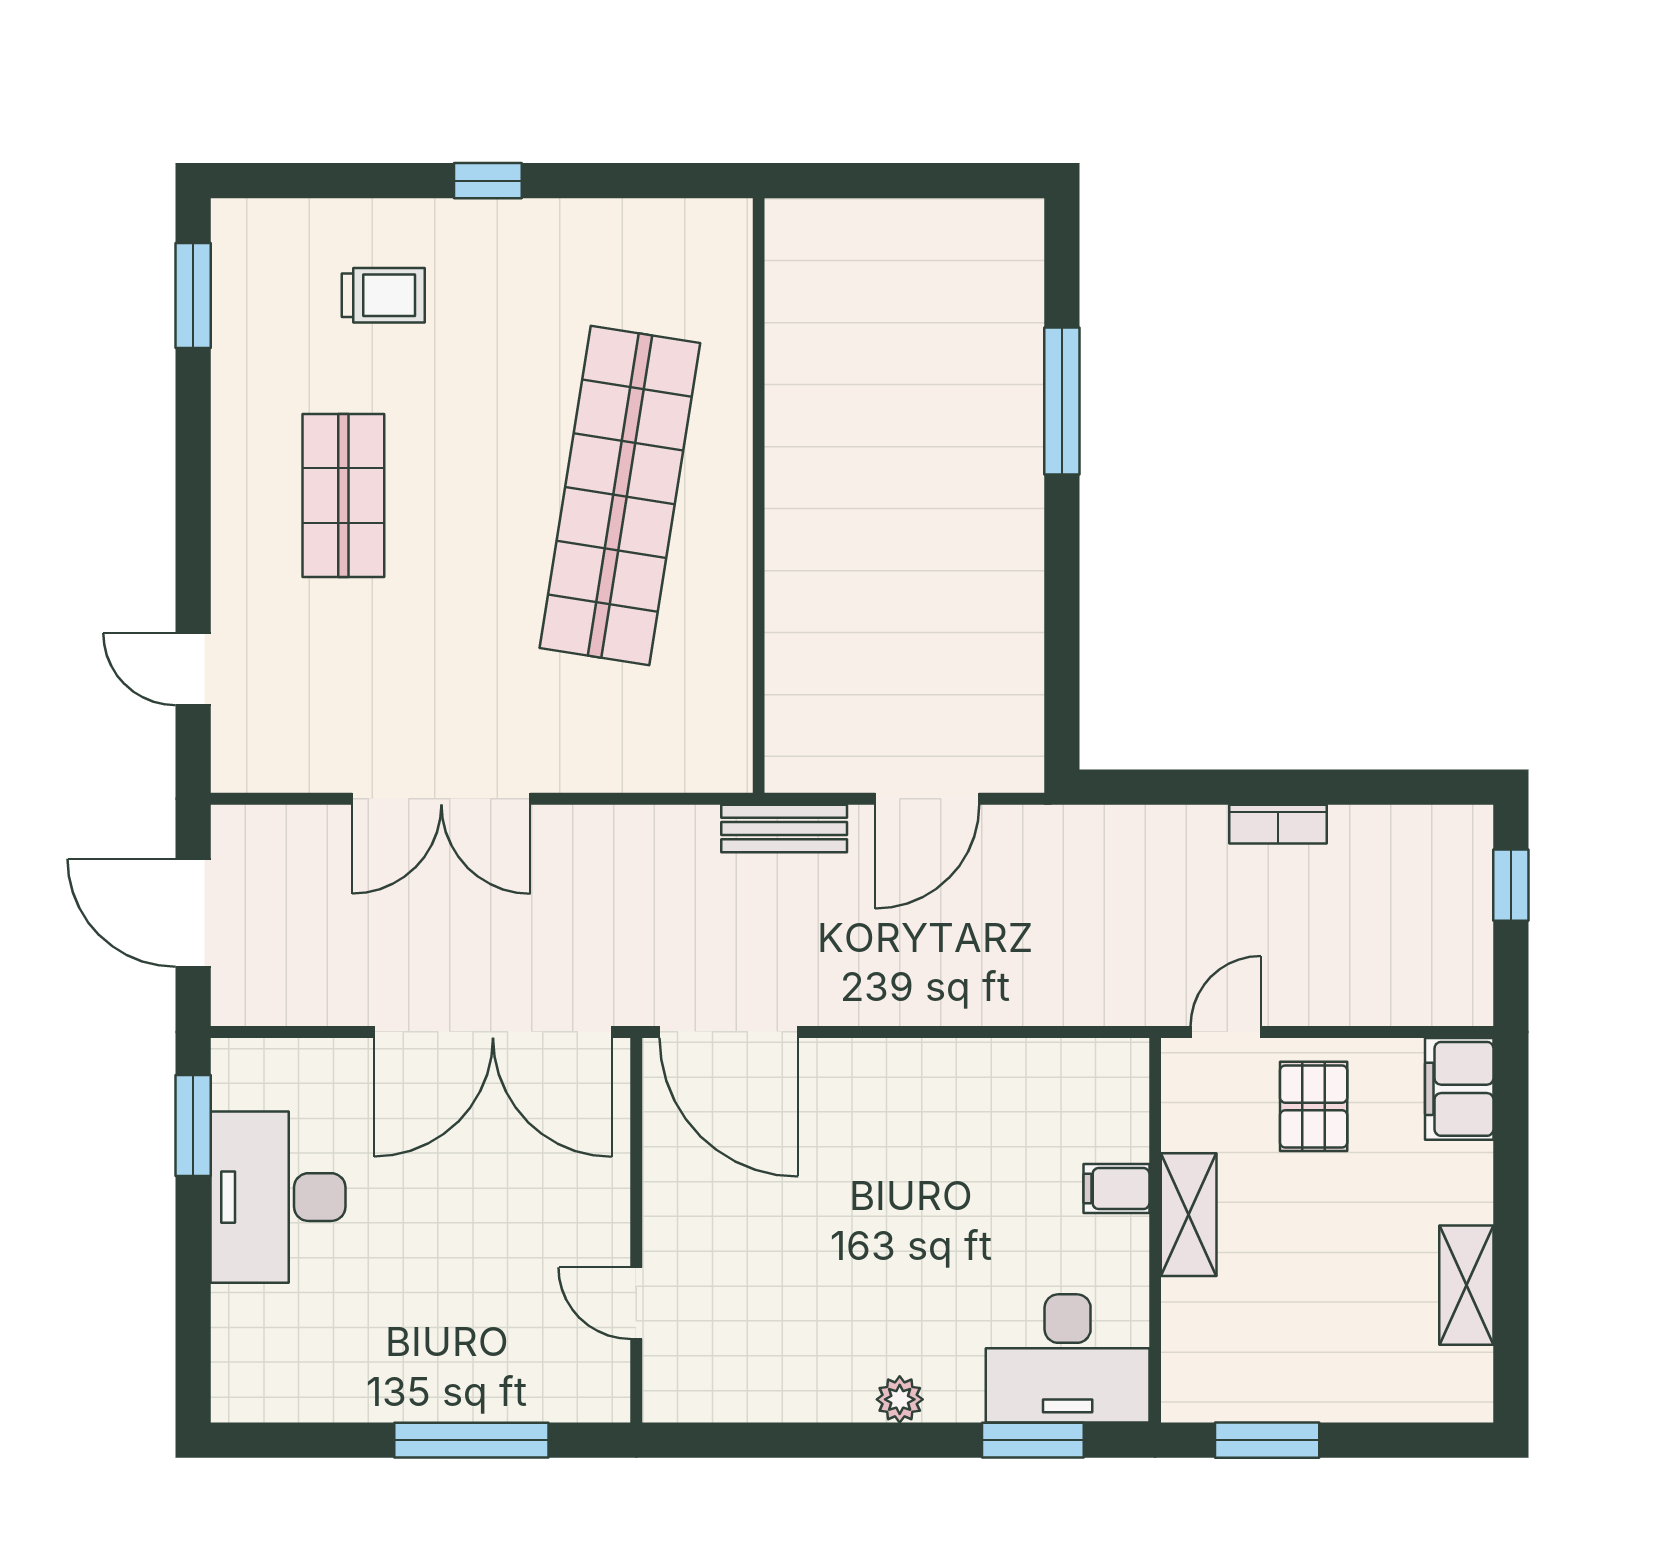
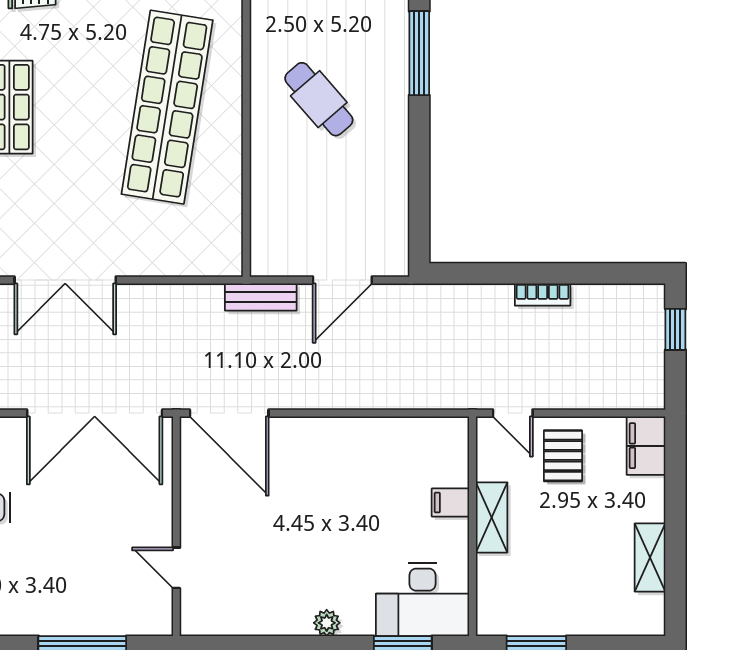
cafe table: (886, 482) -> (319, 99), added
door: (1226, 1032) -> (513, 413), swing flipped

